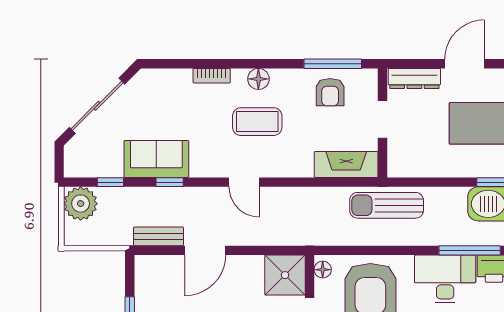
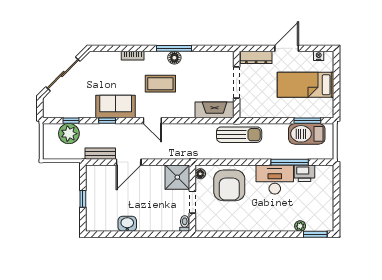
window: (333, 64) -> (174, 48), moved
floor lamp: (258, 79) -> (174, 58), moved
armchair: (330, 92) -> (205, 66), removed
doorway: (383, 120) -> (237, 83), width x1.38
sofa: (156, 159) -> (116, 106), moved
plant: (81, 204) -> (69, 134), moved
sun lounger: (387, 205) -> (239, 135), turned 180

